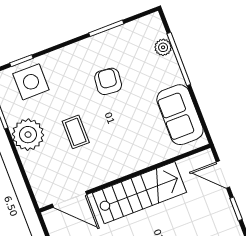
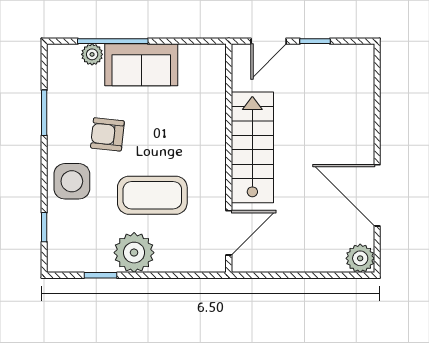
side table: (31, 82) -> (72, 181), moved
sofa: (180, 115) -> (141, 65), moved
coffee table: (76, 132) -> (152, 195), width x1.86, depth x1.72

